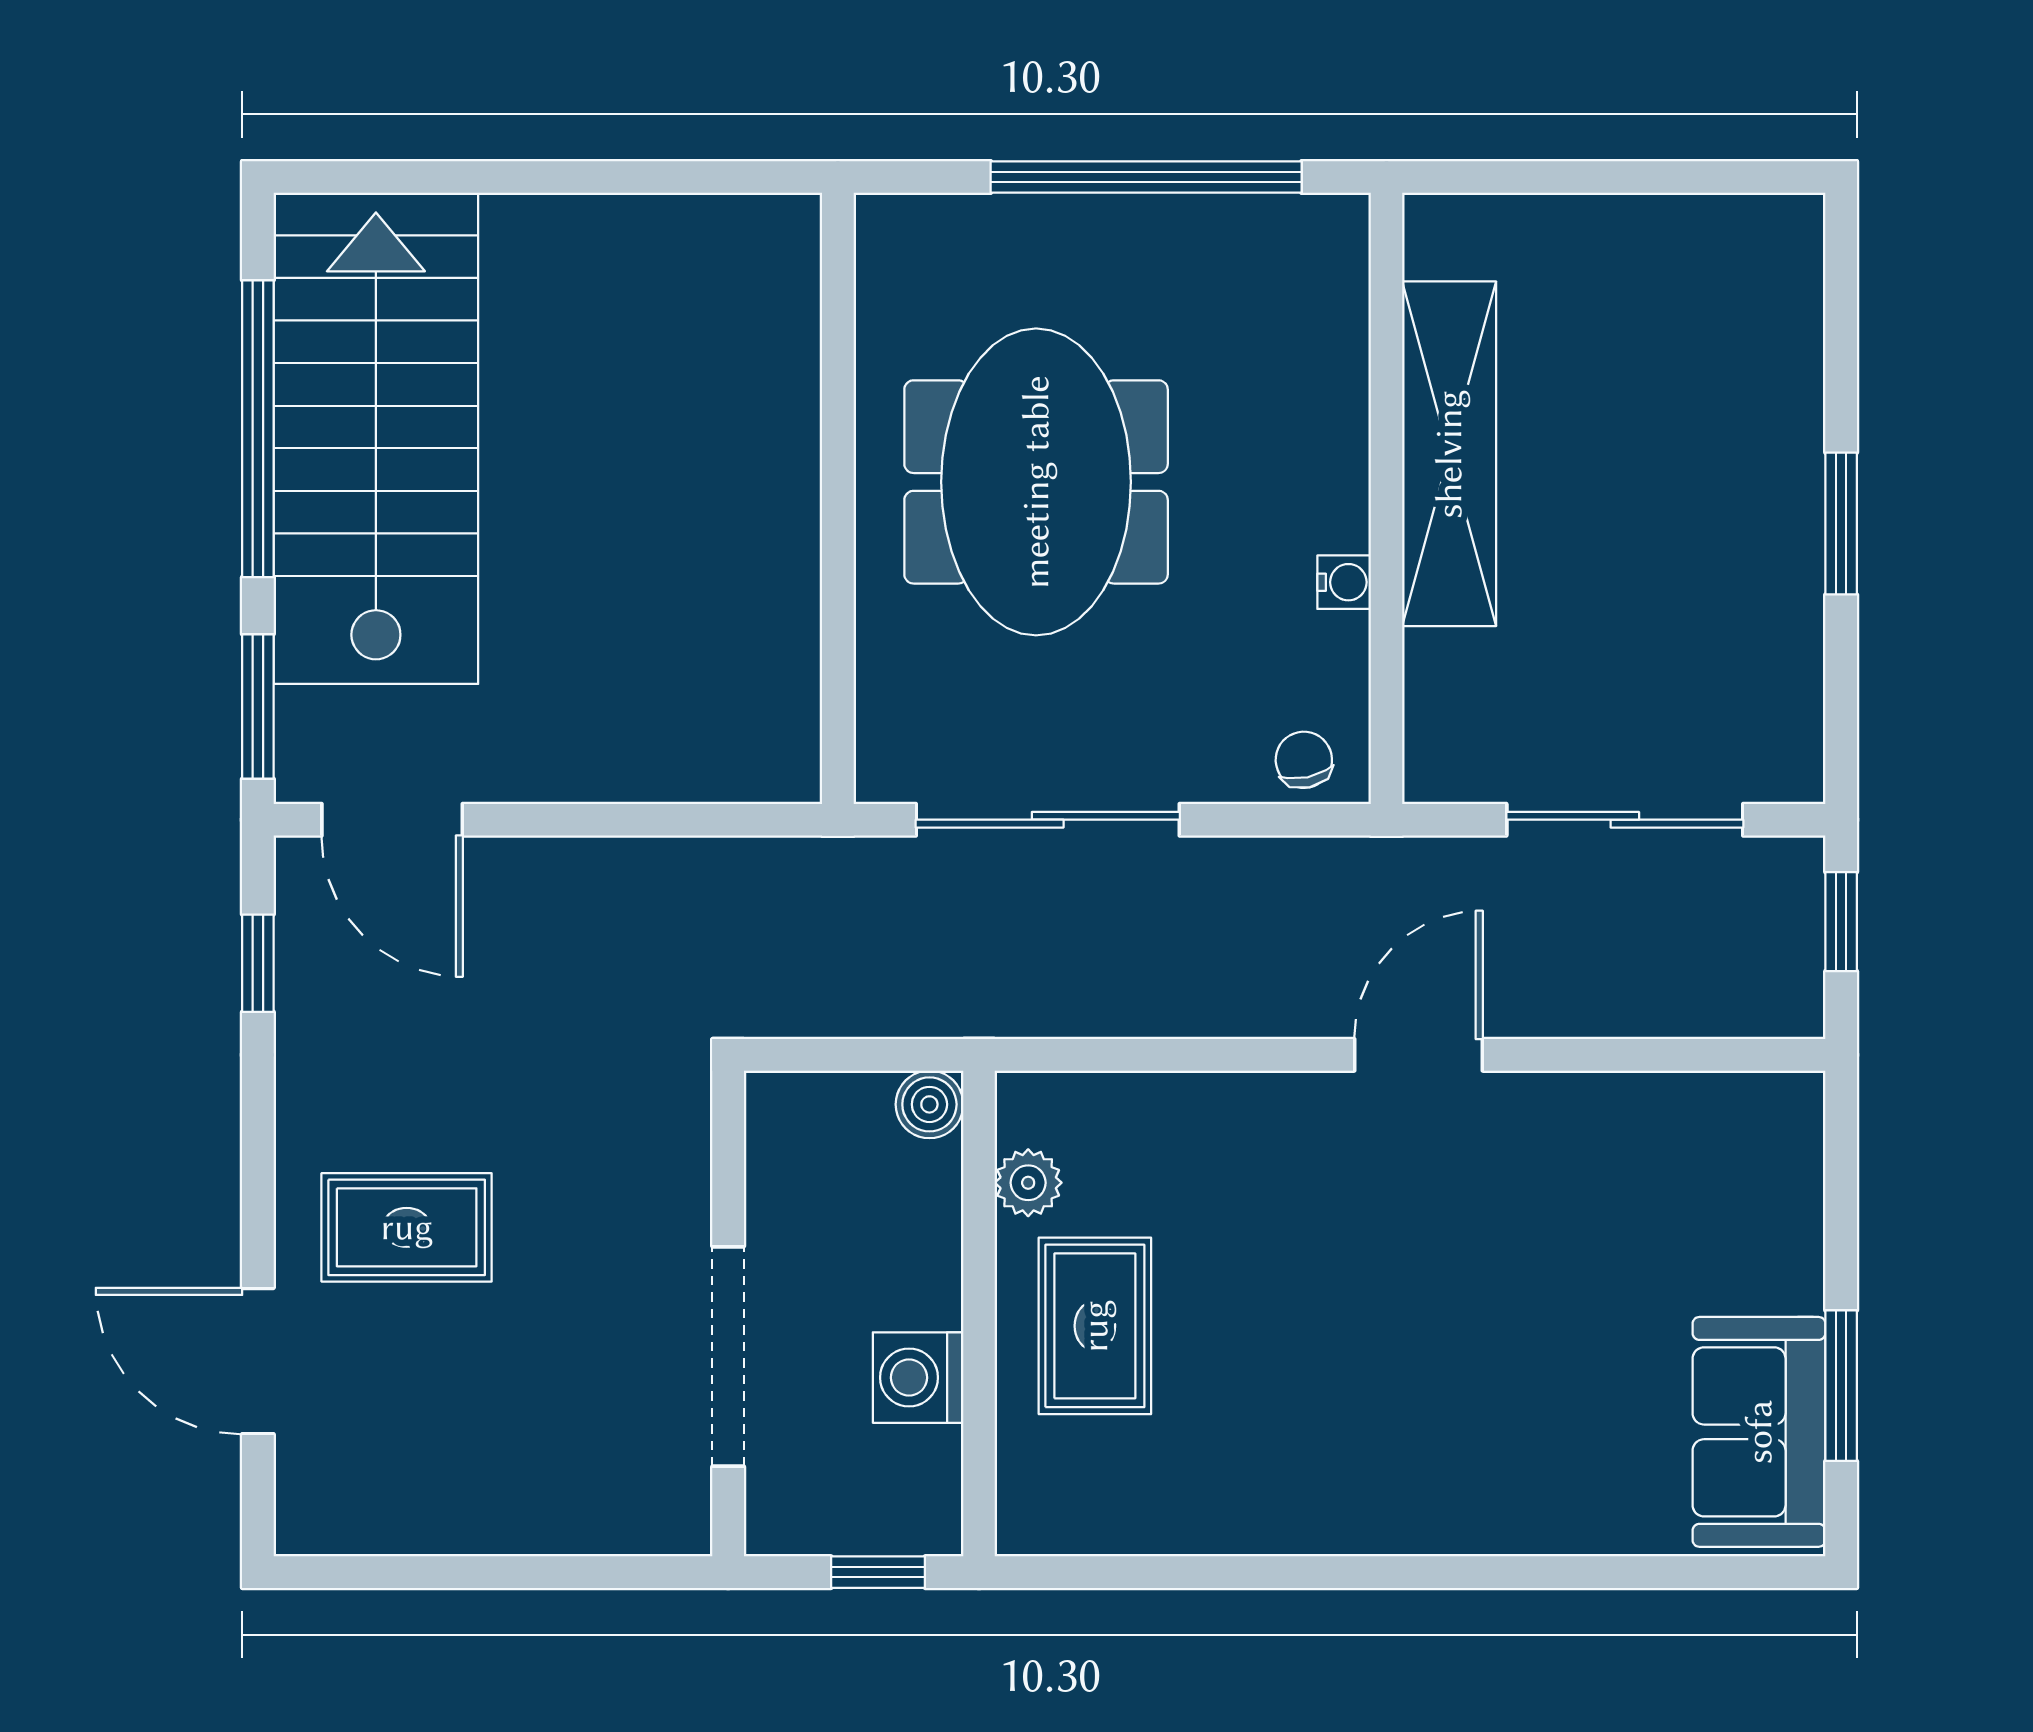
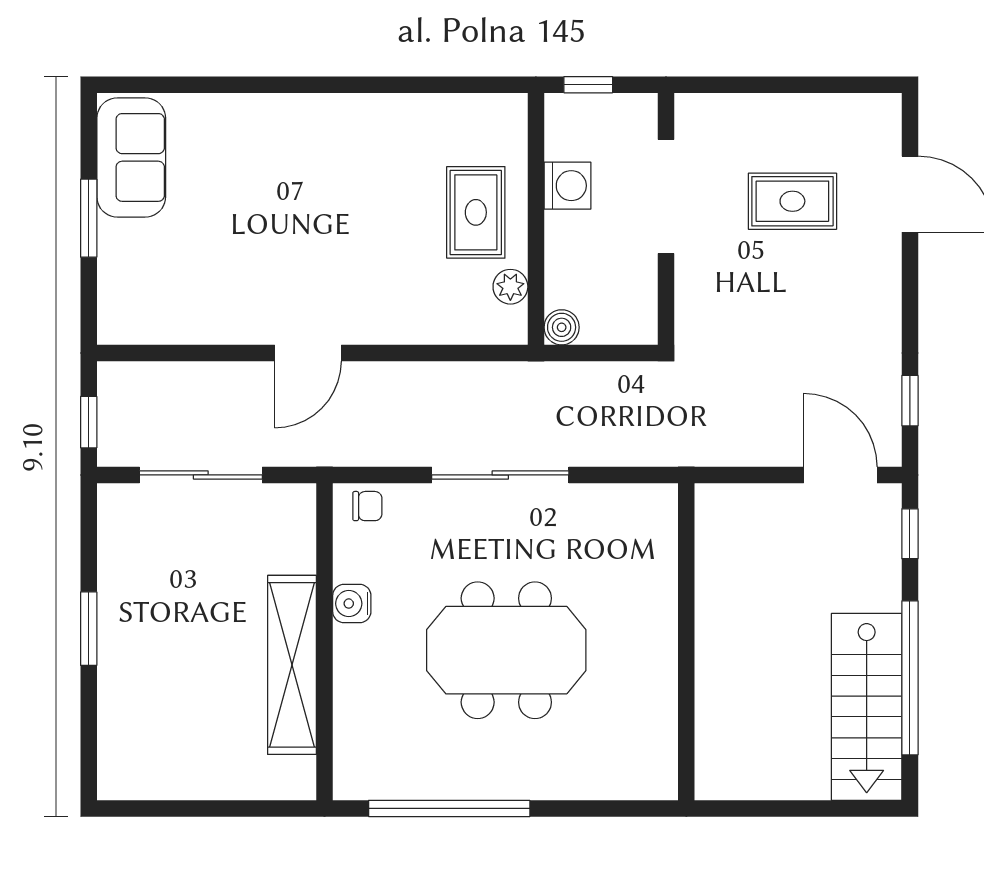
stairs: (376, 438) -> (867, 707), width x0.73, depth x0.66
meeting table: (1036, 482) -> (506, 650), turned 90
wall: (838, 498) -> (686, 642), moved
water cooler: (1344, 582) -> (352, 604), width x1.38, depth x1.38
window: (258, 707) -> (910, 534), width x0.67
chair: (1304, 760) -> (367, 506), turned -78
rug: (407, 1227) -> (792, 201), moved
window: (1841, 1386) -> (89, 218), moved

